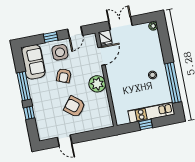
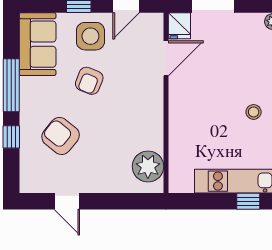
plant: (97, 84) -> (148, 166), moved
armchair: (74, 107) -> (61, 136), moved
window: (146, 125) -> (248, 201), moved

